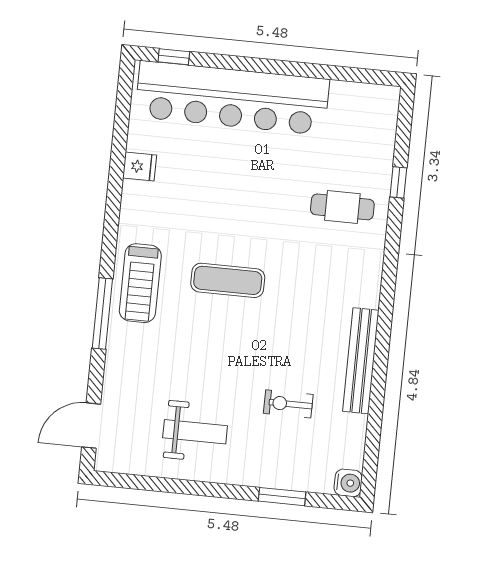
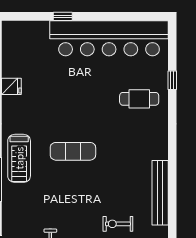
window: (174, 57) -> (63, 16), moved
bar counter: (232, 98) -> (109, 38), moved

